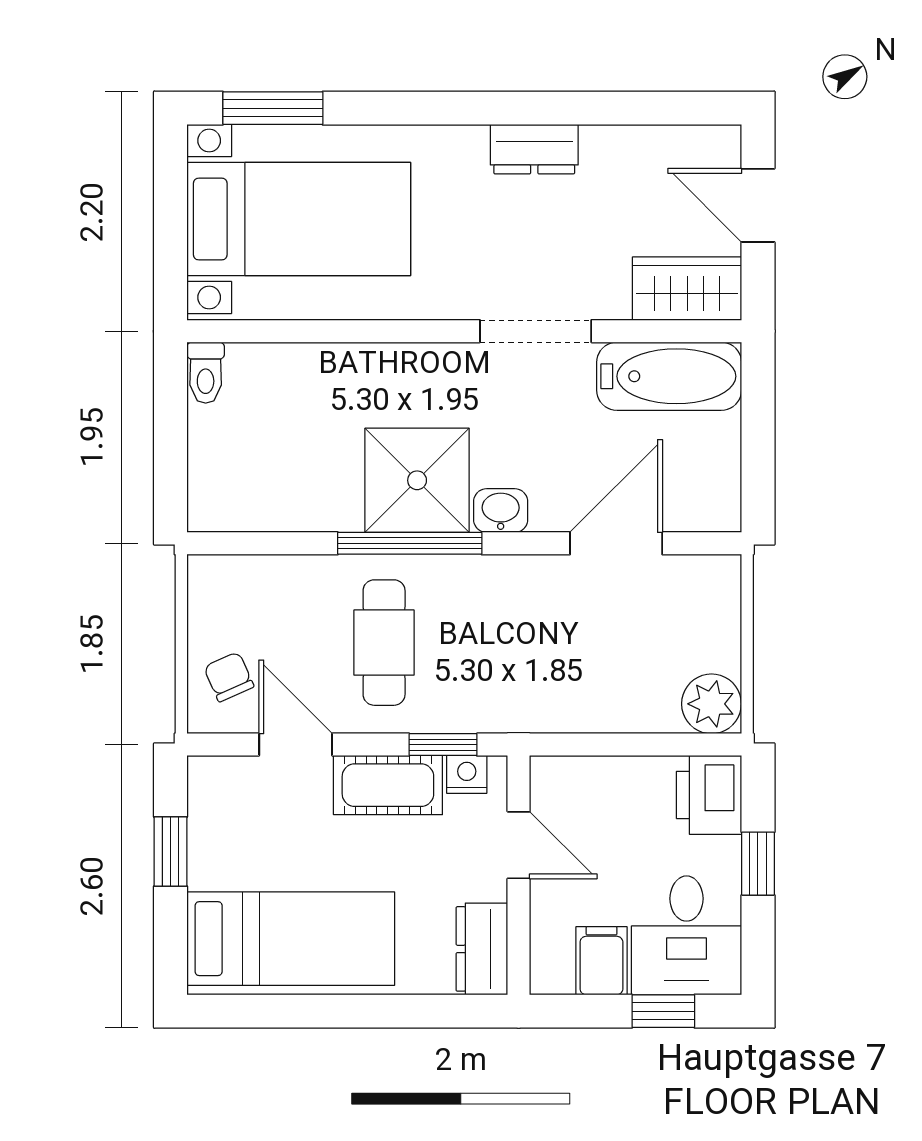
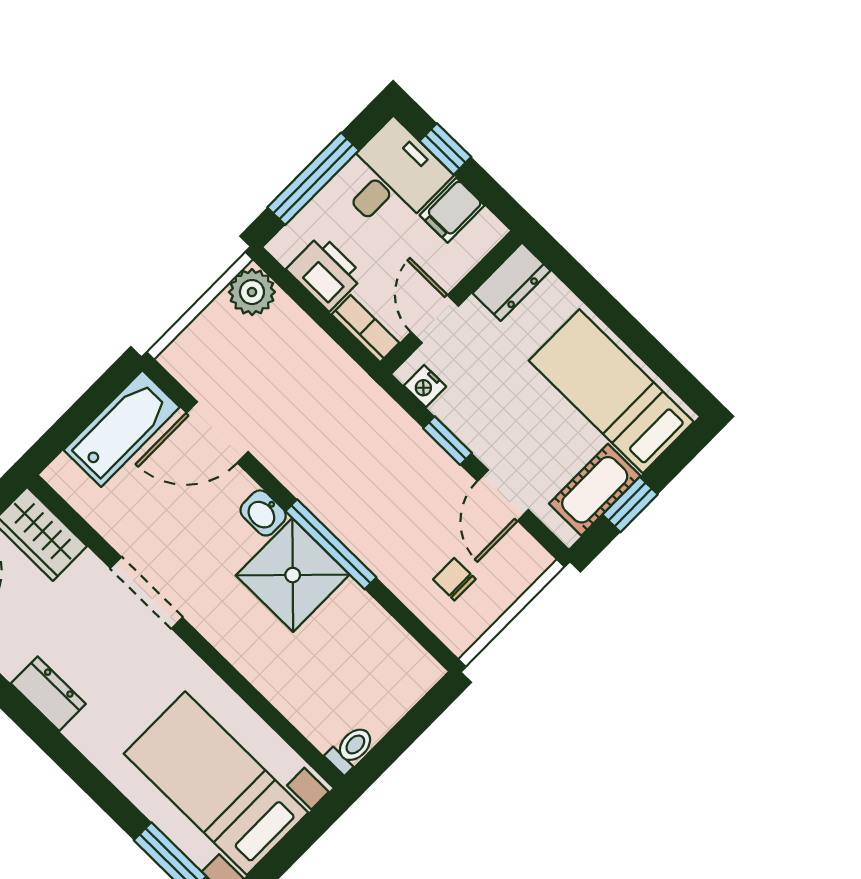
bathtub: (669, 376) -> (122, 429), moved, turned 90
cafe table: (384, 643) -> (399, 504), removed
chair: (229, 677) -> (454, 579), moved, turned 114
window: (443, 745) -> (447, 441), moved
bookcase: (574, 773) -> (365, 329), added
cot: (388, 785) -> (595, 490), moved, turned 90
printer: (709, 795) -> (325, 273), moved, turned -90
window: (758, 864) -> (313, 179), width x2.17

